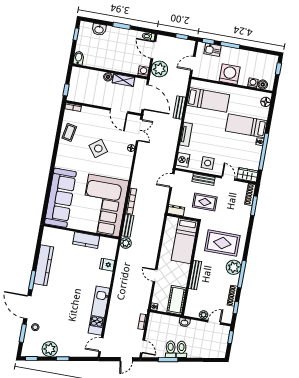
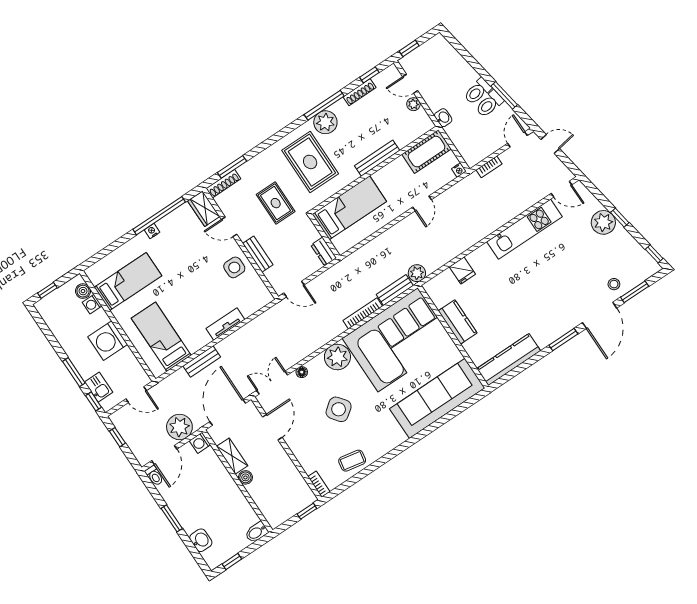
floor lamp: (266, 102) -> (100, 268), removed
bed: (246, 126) -> (128, 282), moved, turned -90
nightstand: (183, 160) -> (258, 299), removed
plant: (122, 171) -> (337, 357), added
door: (228, 178) -> (229, 227), hinge flipped
rug: (205, 202) -> (276, 203), moved
kitchen counter: (44, 265) -> (509, 360), moved
plant: (50, 349) -> (603, 222), moved

